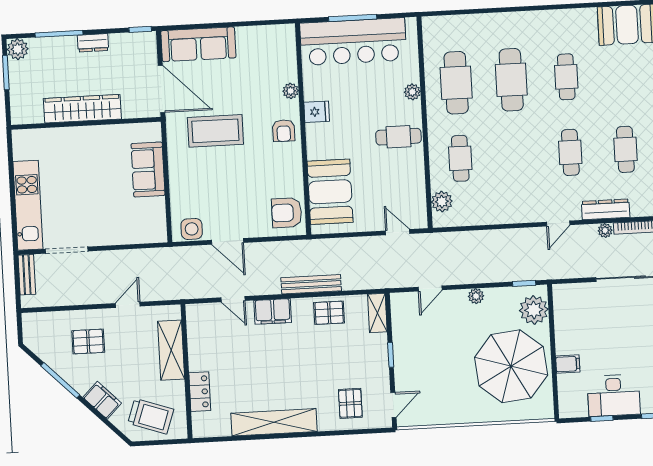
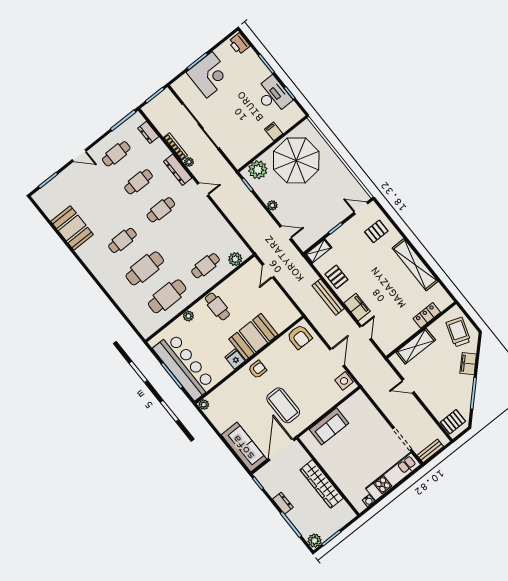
plant: (291, 91) -> (204, 405), moved
water cooler: (19, 152) -> (368, 501), added
booth: (330, 192) -> (253, 337), moved
pallet: (88, 342) -> (453, 422), moved, turned 90

